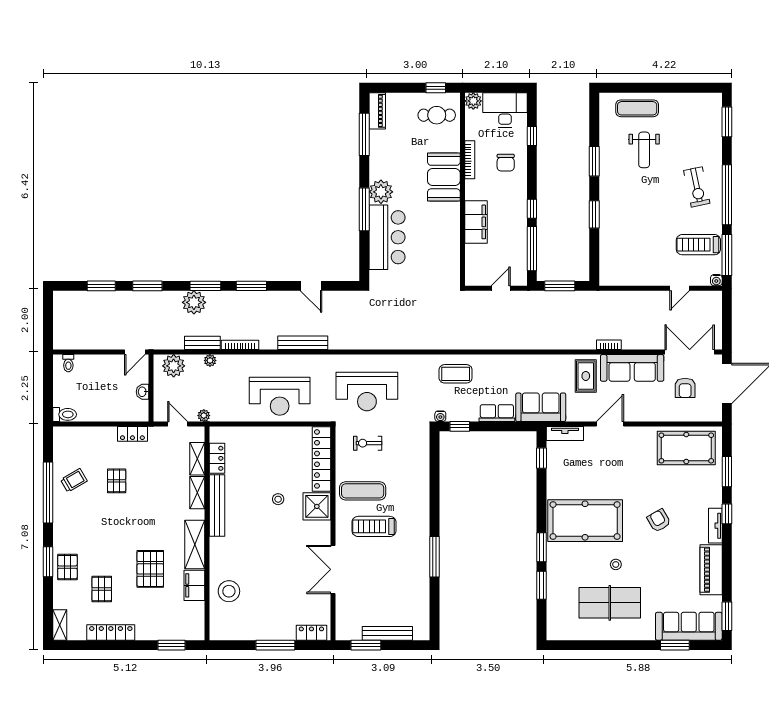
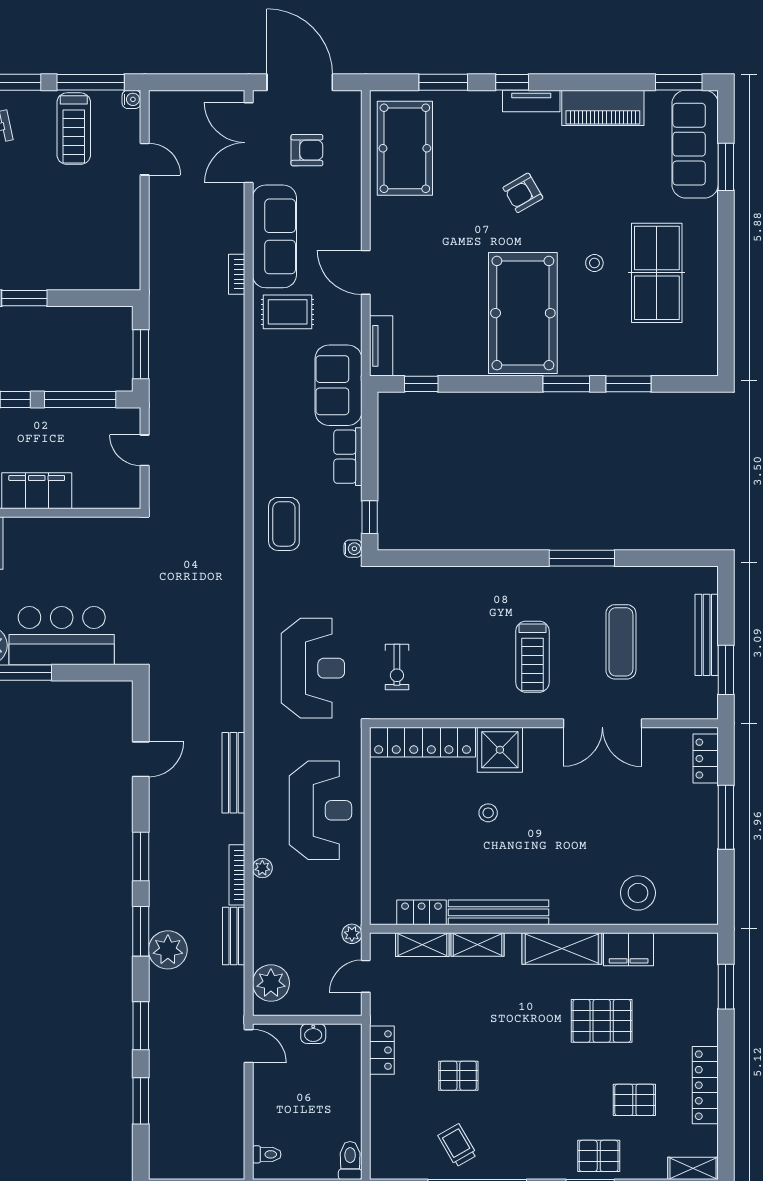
plant: (210, 360) -> (262, 868), moved
exercise mat: (363, 491) -> (621, 642), moved

